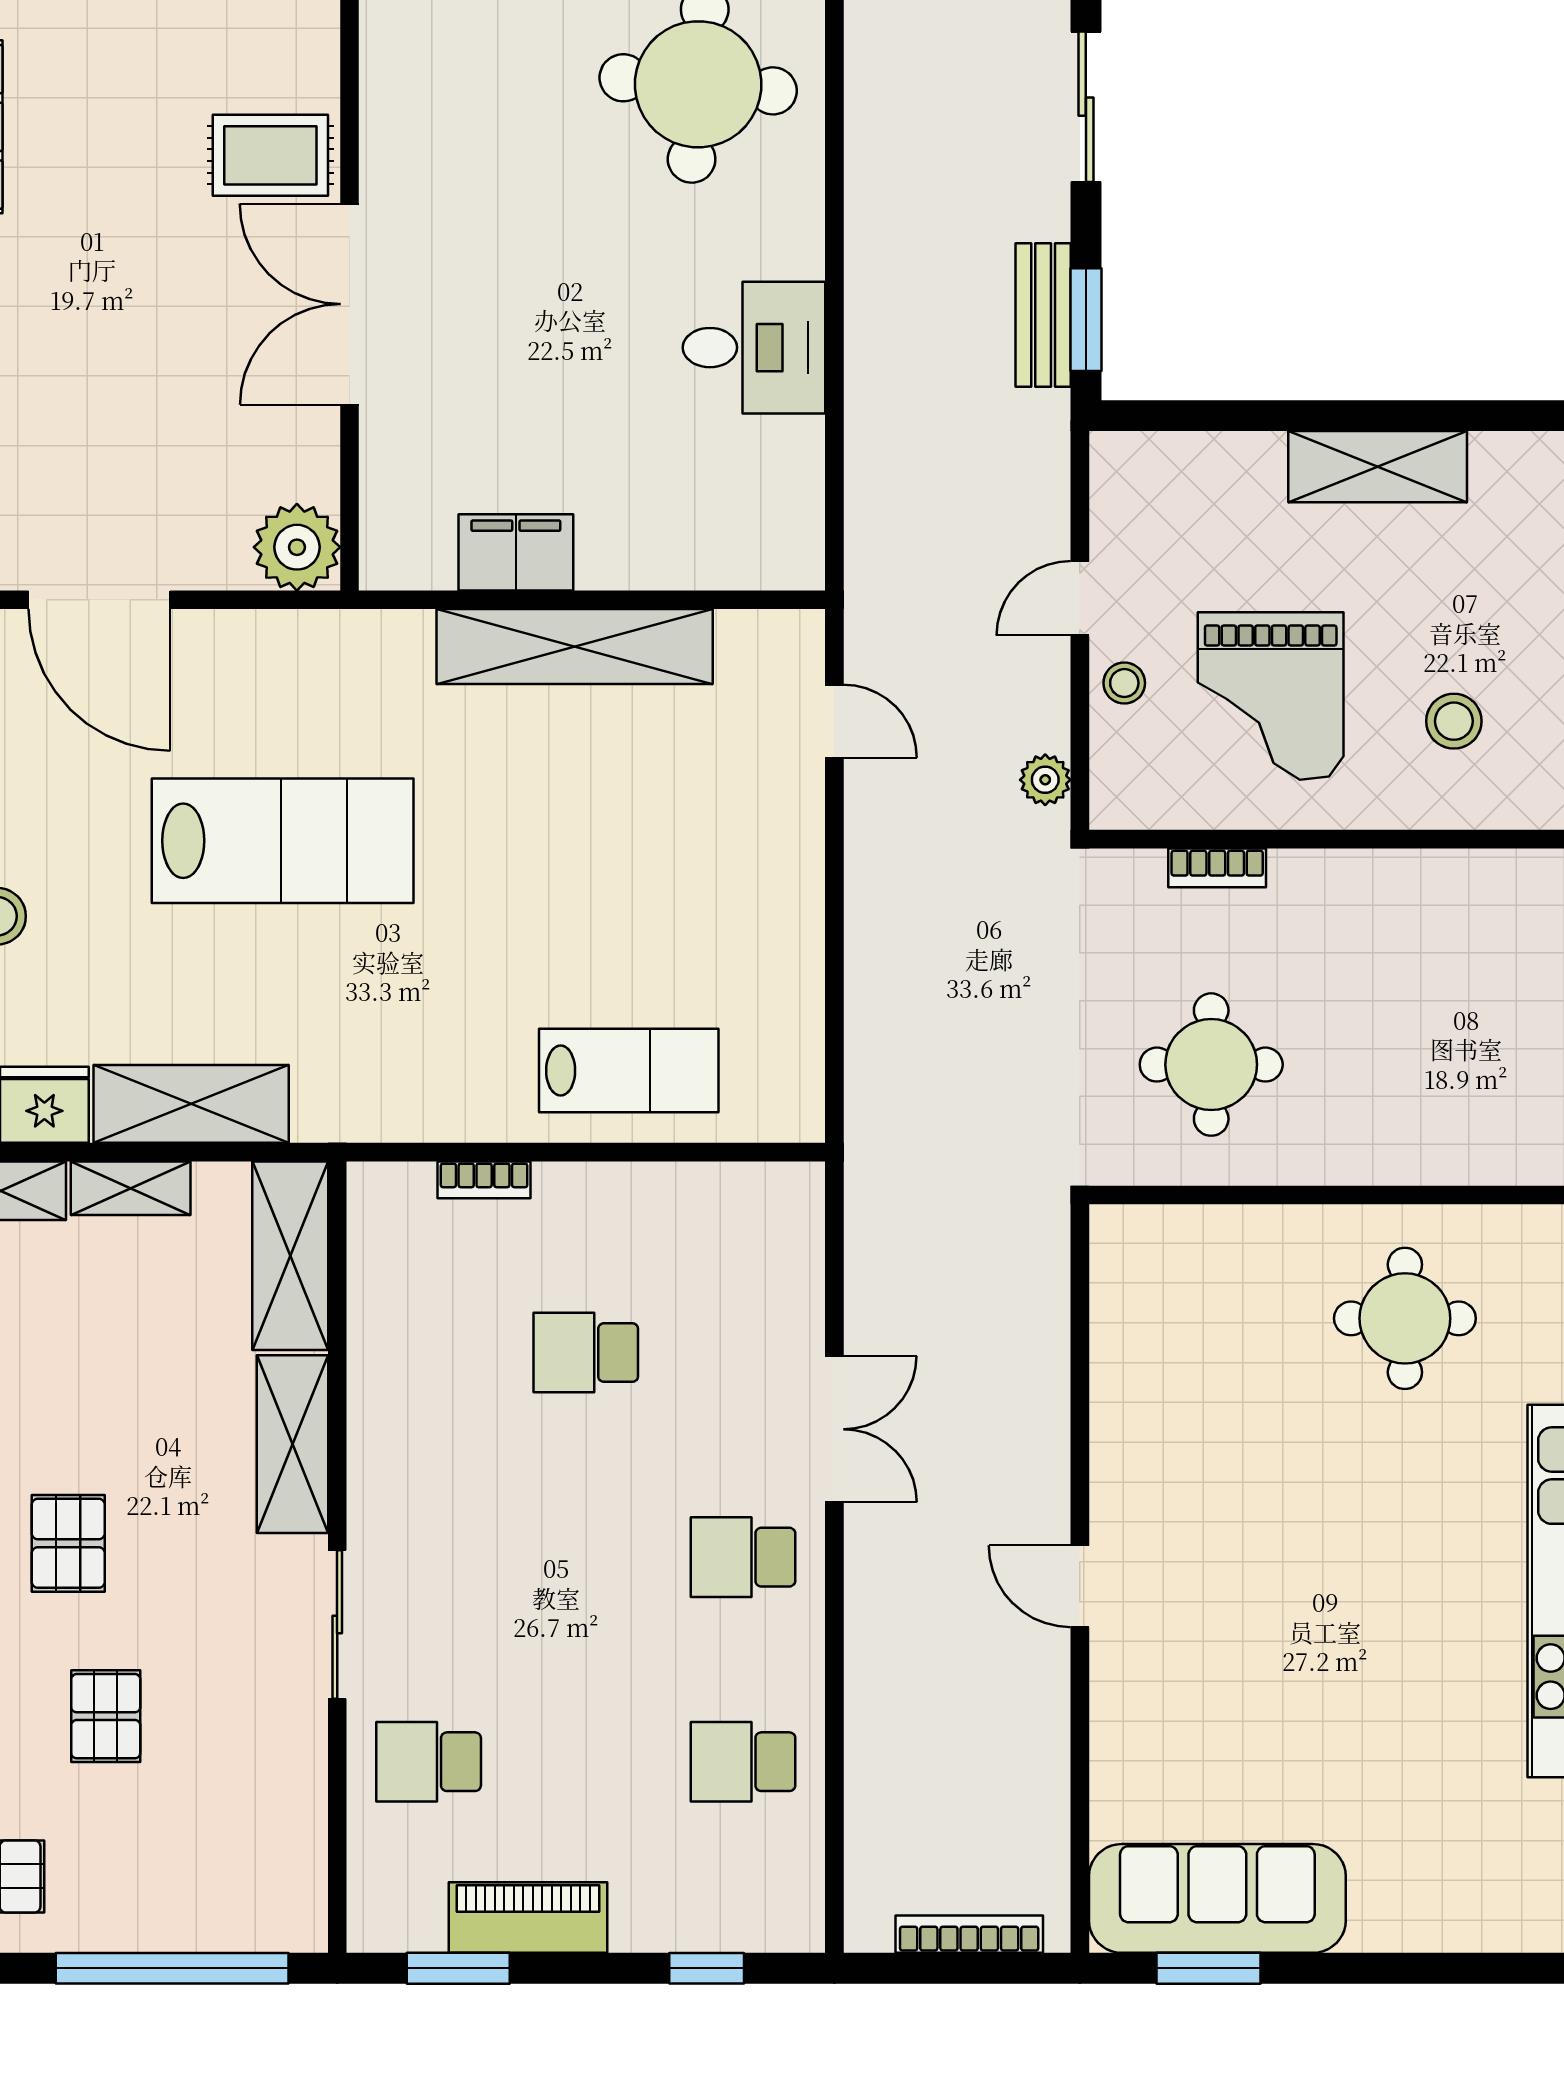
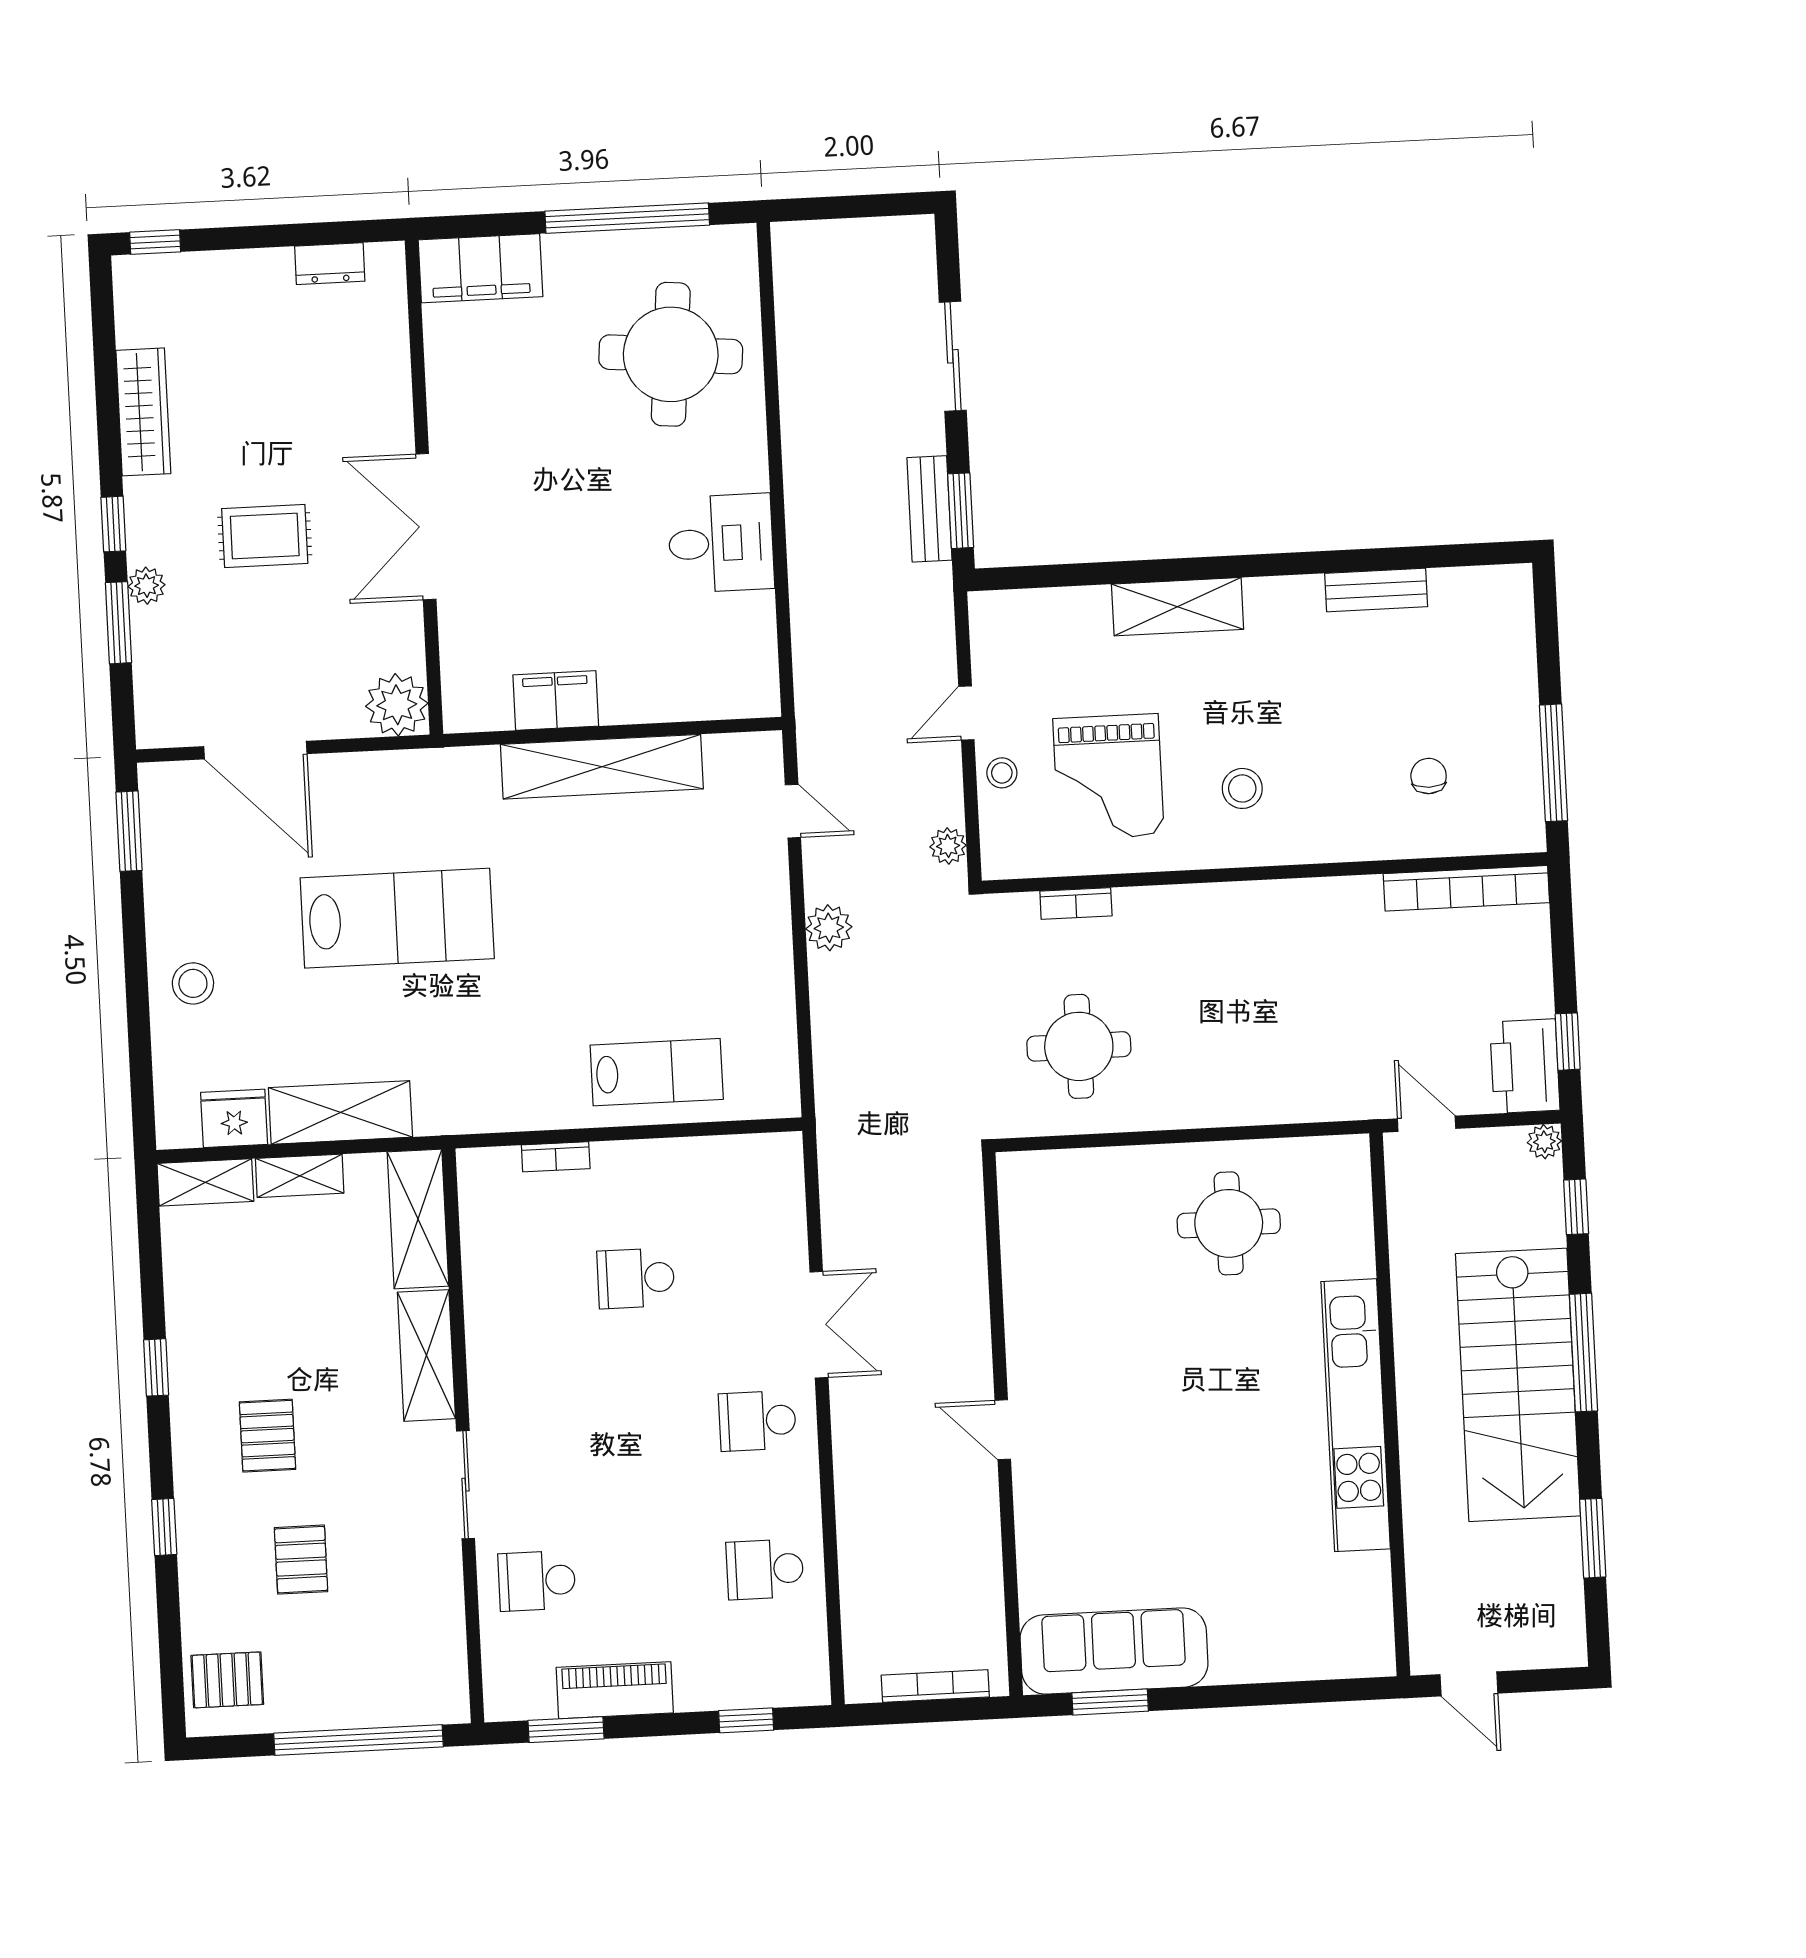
rug: (270, 155) -> (265, 536), moved
plant: (876, 884) -> (829, 928), added

